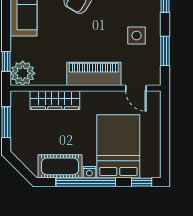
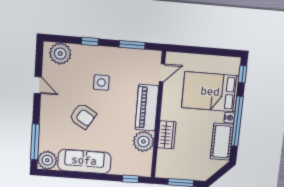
side table: (137, 36) -> (101, 83), moved
plant: (23, 73) -> (144, 141), moved
wardrobe: (55, 100) -> (167, 135), width x0.67

